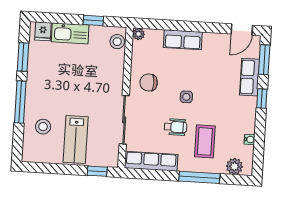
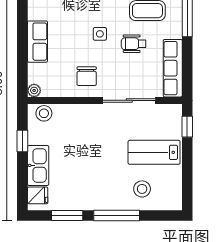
wheelchair: (176, 127) -> (134, 44), turned -90
lab bench: (76, 140) -> (154, 152), turned 180

